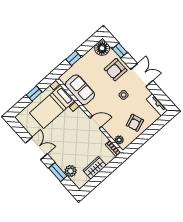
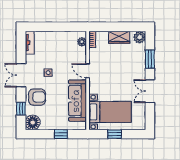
sofa: (80, 90) -> (77, 101), width x1.36
armchair: (135, 123) -> (58, 44), removed
plant: (71, 171) -> (140, 37), moved

